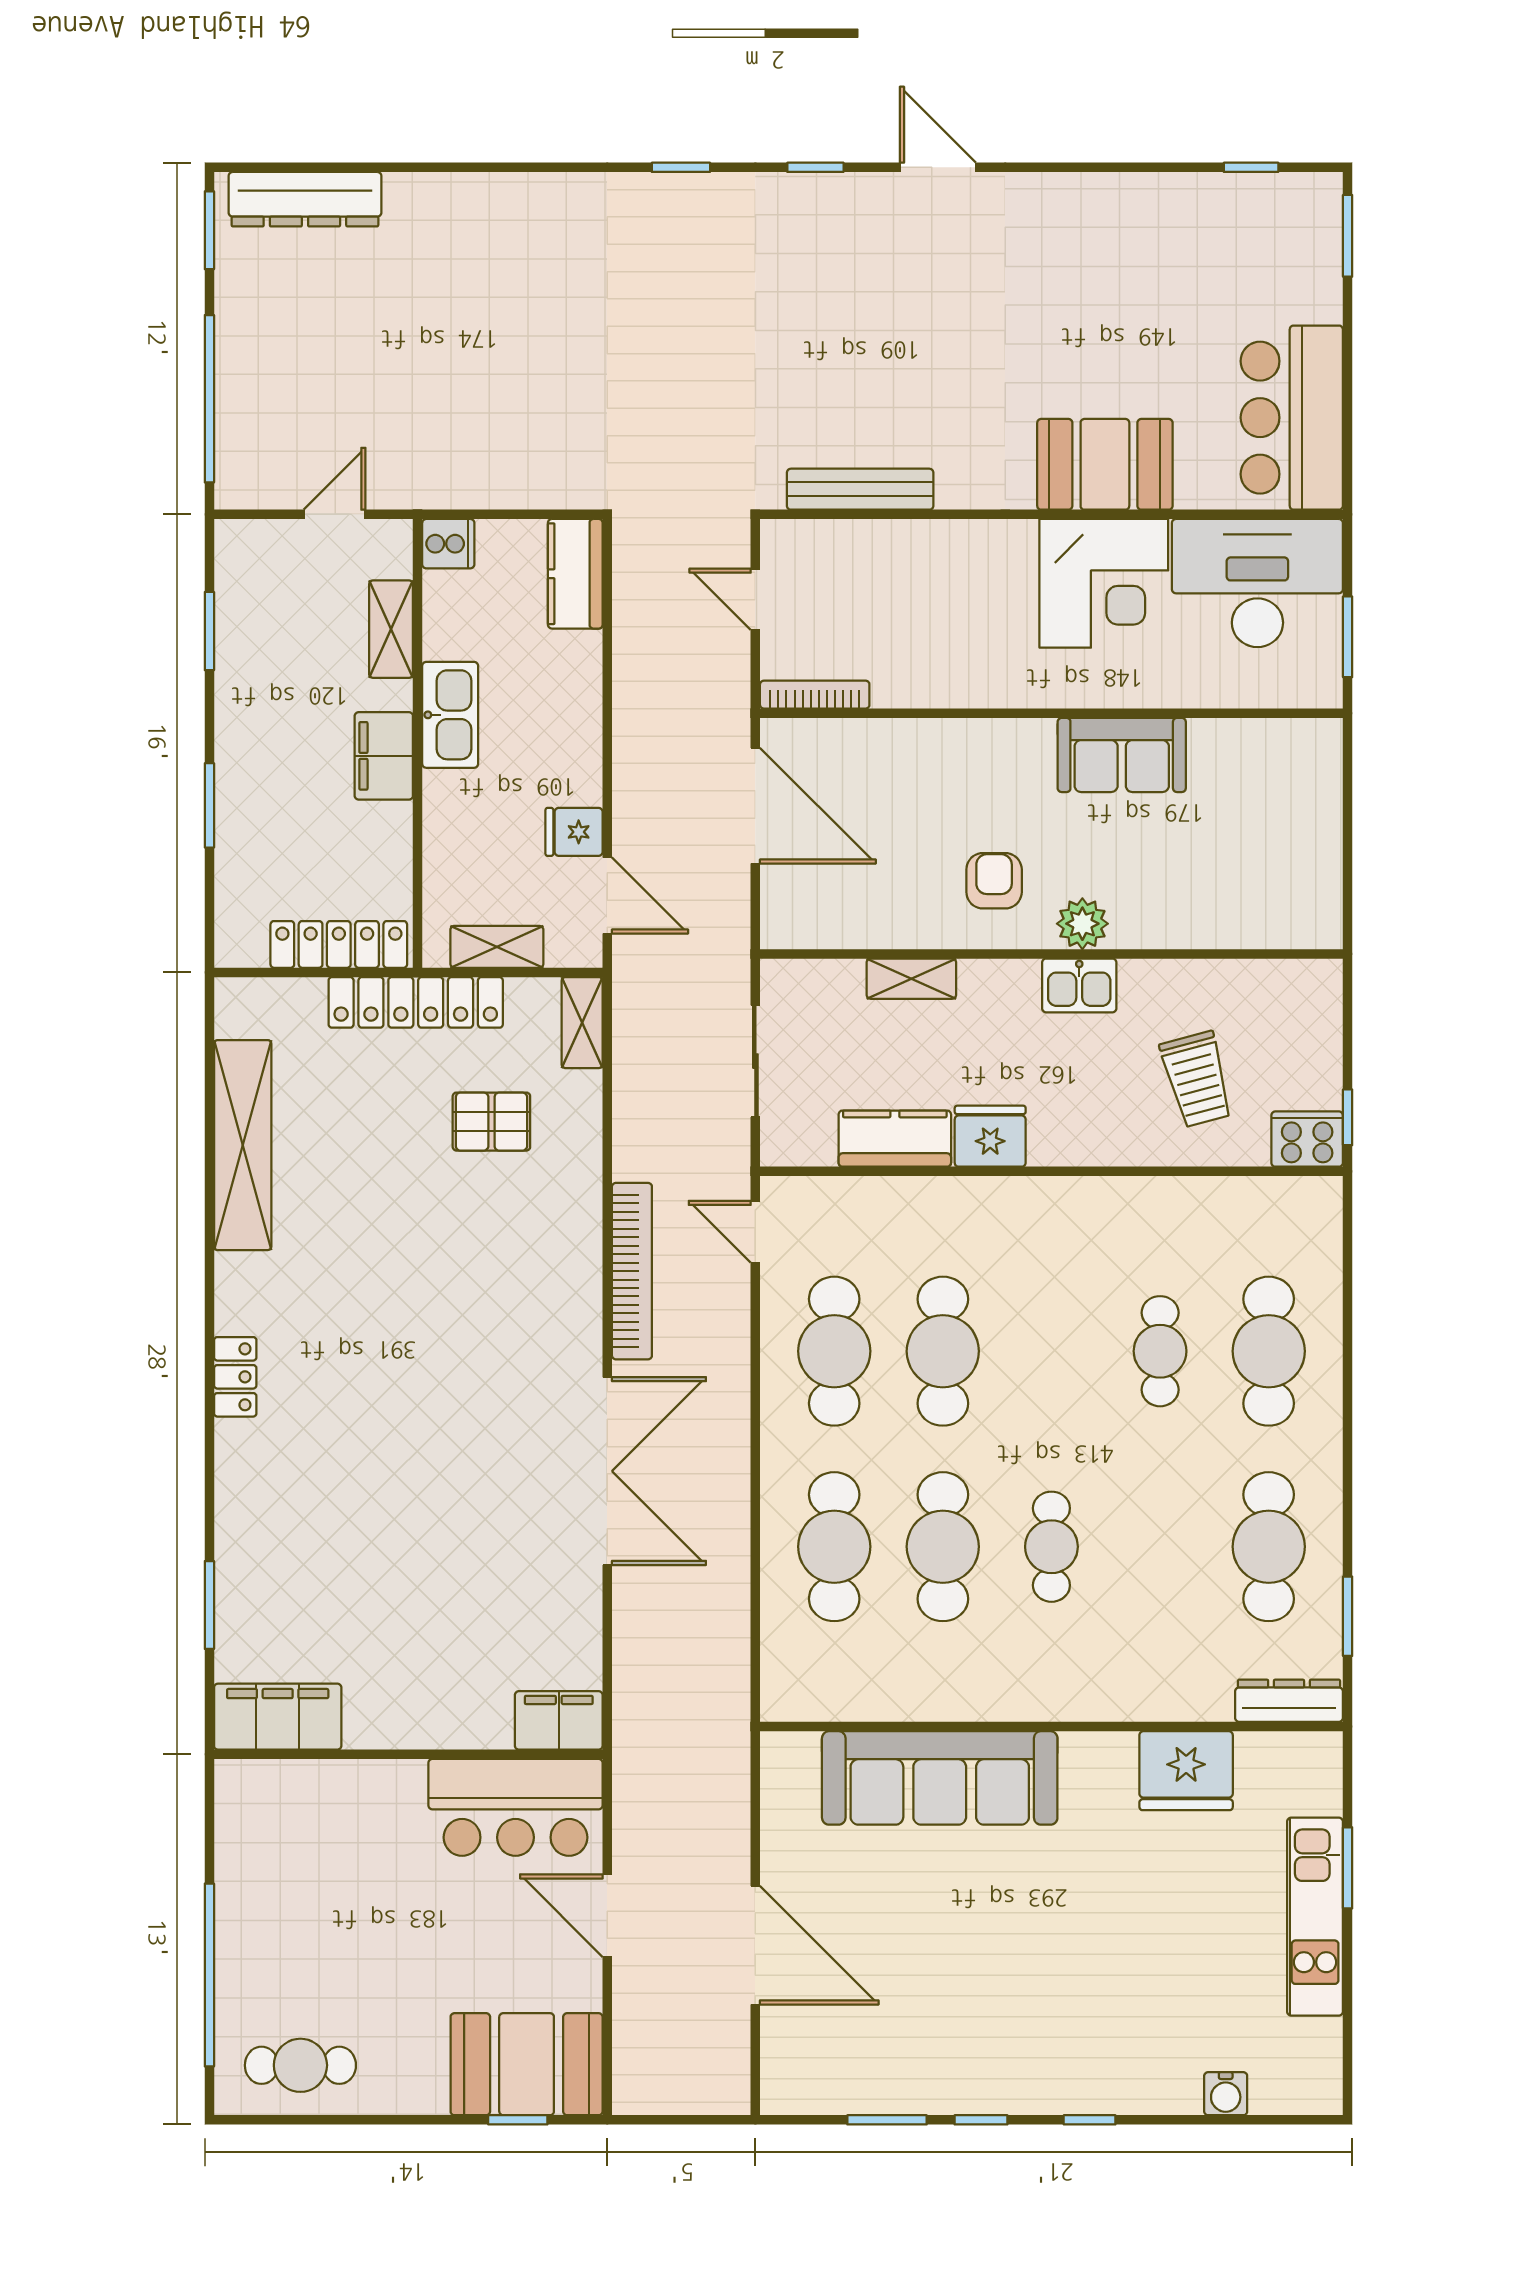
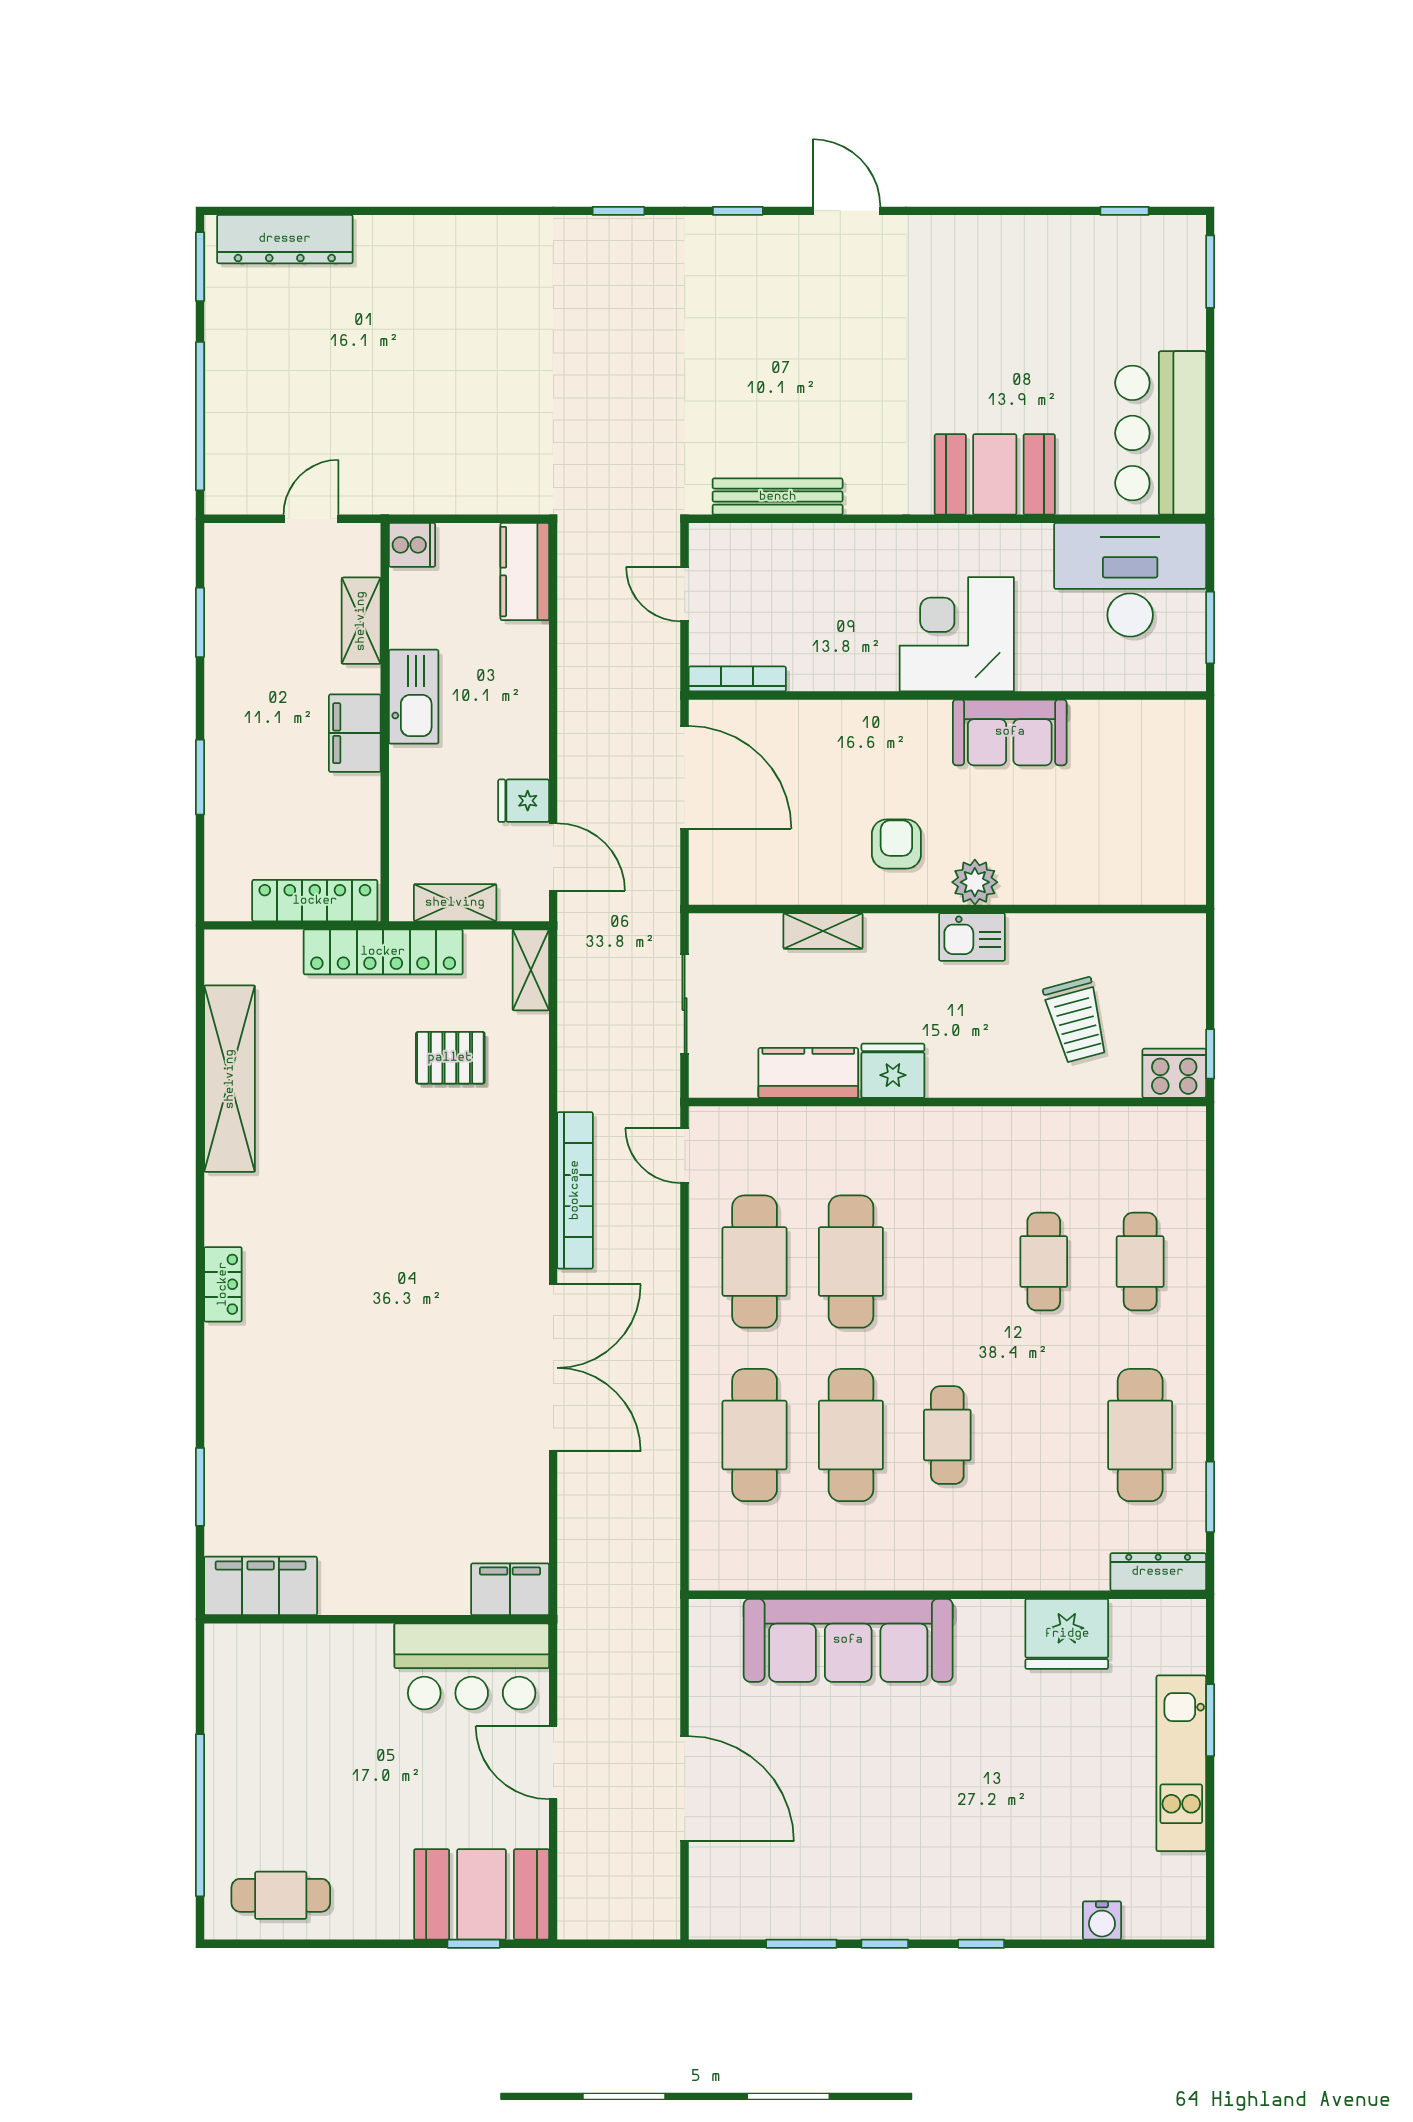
corner desk: (1104, 583) -> (957, 634), moved, turned 180
cafe table: (1269, 1351) -> (1140, 1262), width x0.73, depth x0.74

